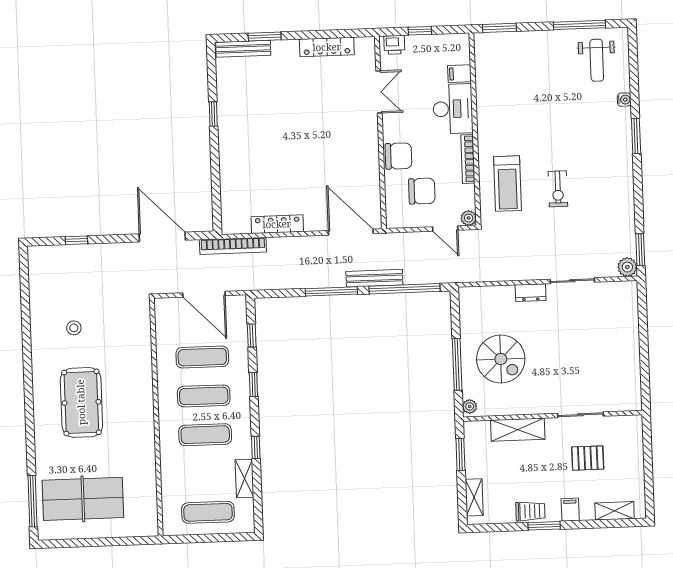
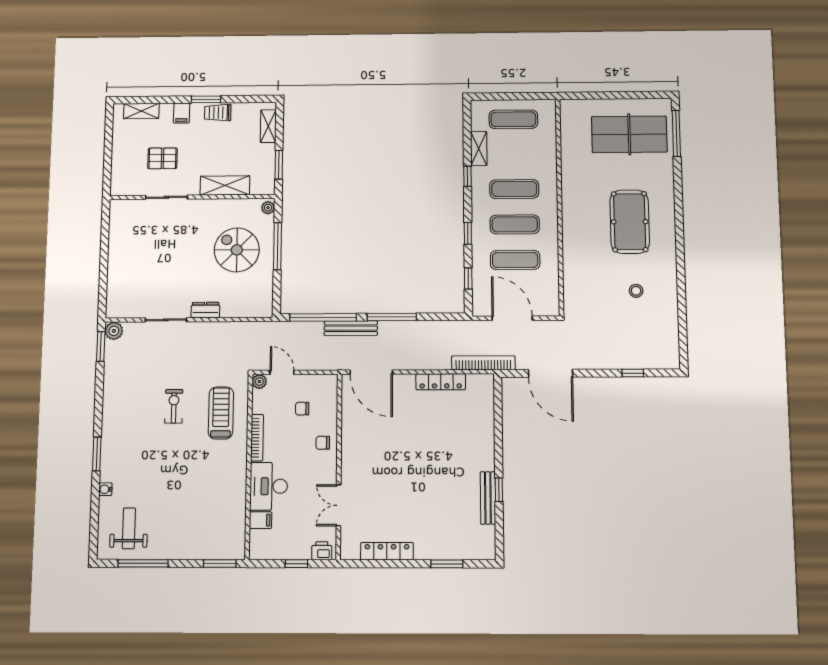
bench: (243, 49) -> (488, 498), moved, turned 90
chair: (399, 156) -> (323, 443), width x0.54, depth x0.54
chair: (422, 191) -> (302, 409), width x0.54, depth x0.54

